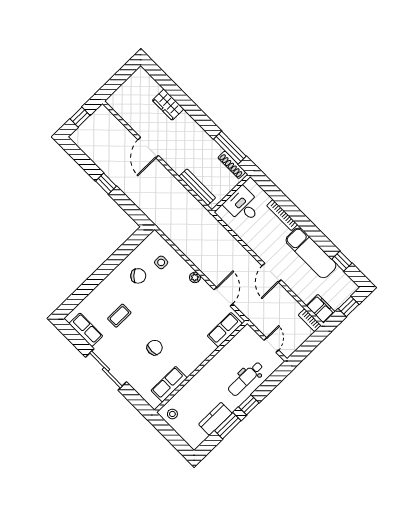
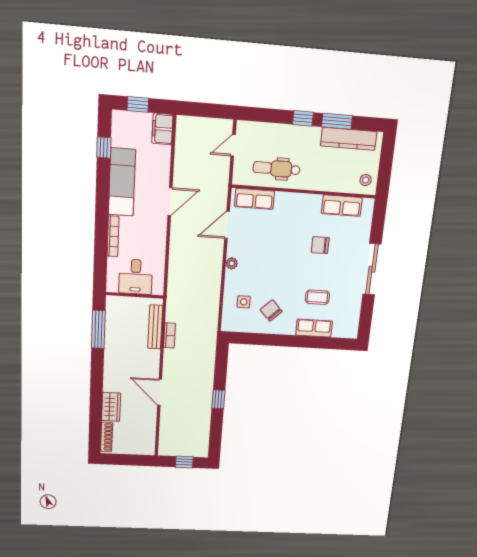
door: (148, 148) -> (160, 392), swing flipped
shoe rack: (232, 165) -> (107, 437), moved
bookcase: (310, 320) -> (169, 335), moved
row of seats: (86, 330) -> (314, 328), moved, turned 90
dental chair: (246, 379) -> (277, 169), moved, turned 180
kitchen counter: (215, 419) -> (349, 139), width x1.50

